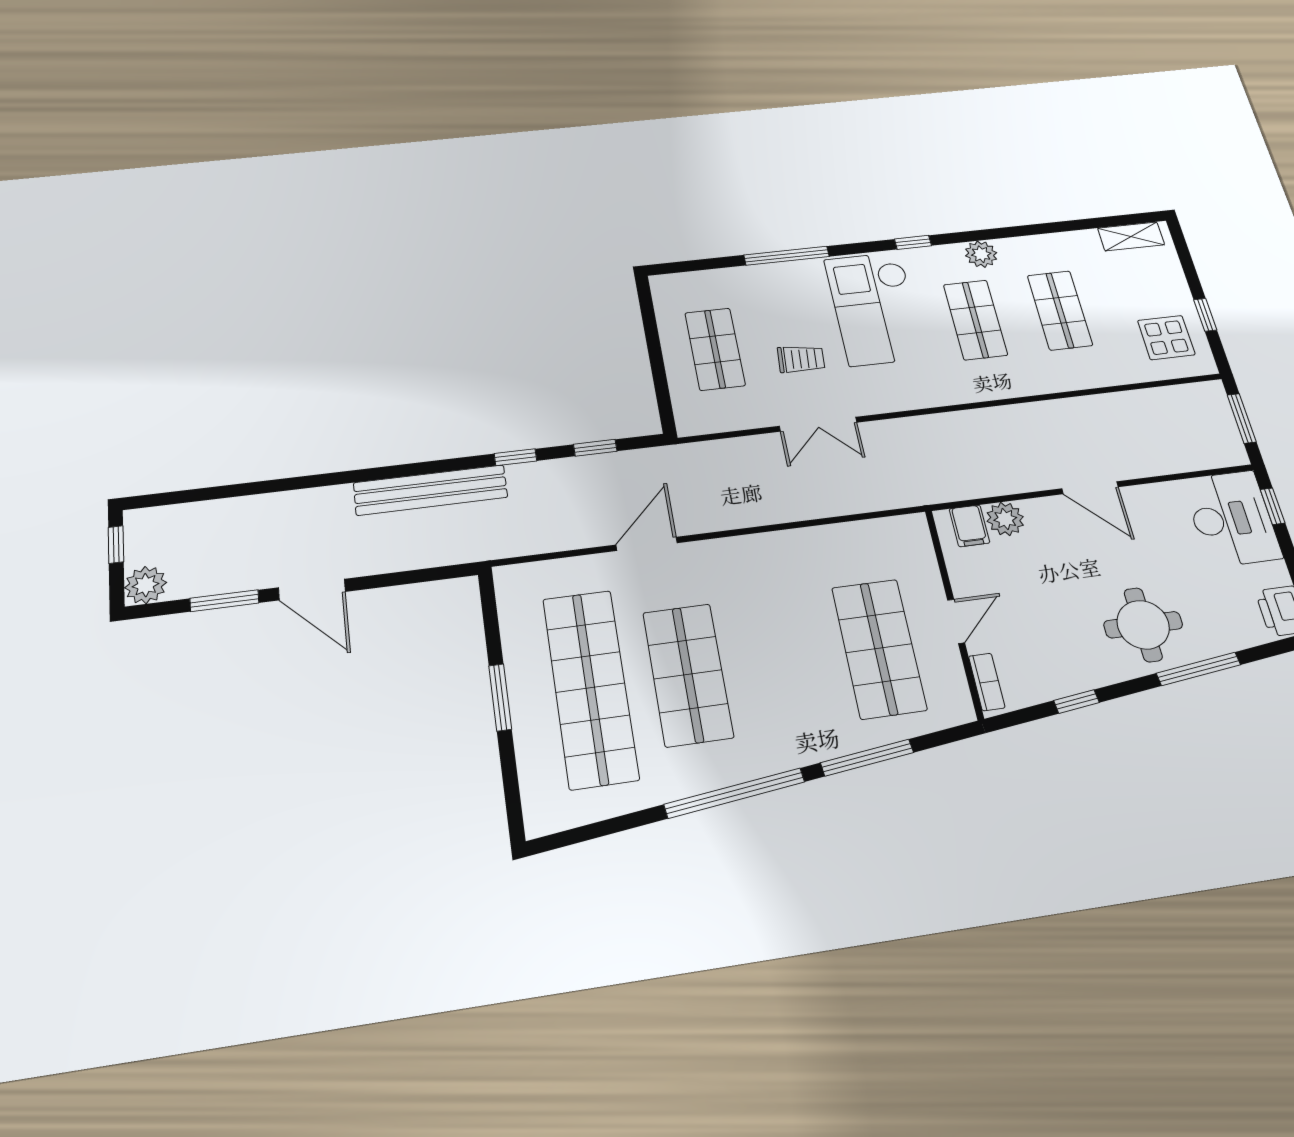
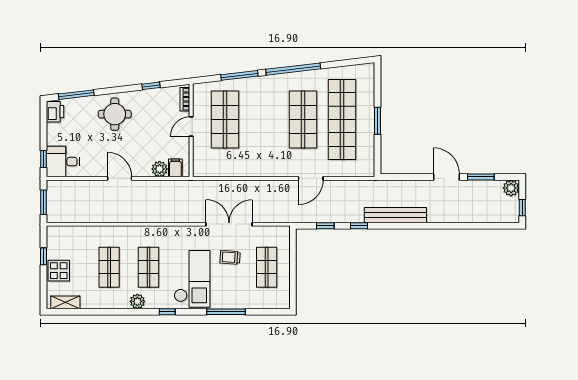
display table: (1166, 338) -> (59, 271), moved
double door: (818, 424) -> (229, 224), width x1.37
desk: (1232, 519) -> (63, 162), width x0.73
window: (1198, 669) -> (76, 95), moved

